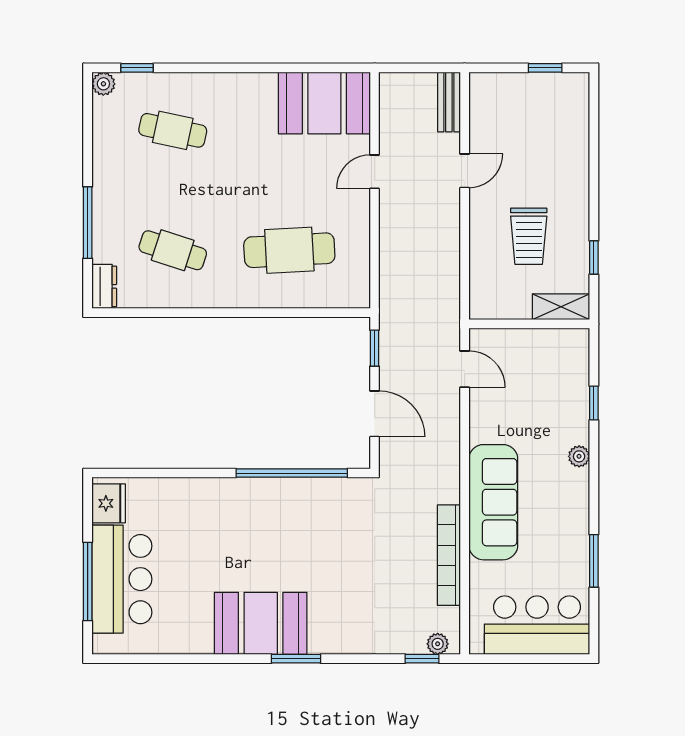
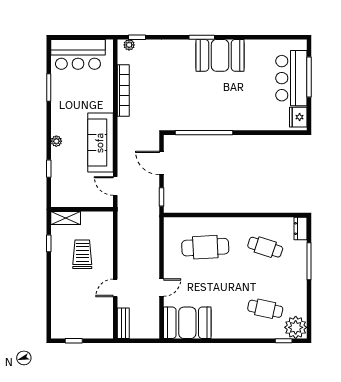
plant: (103, 84) -> (296, 327), width x1.88, depth x1.88
sofa: (493, 502) -> (100, 143), moved

